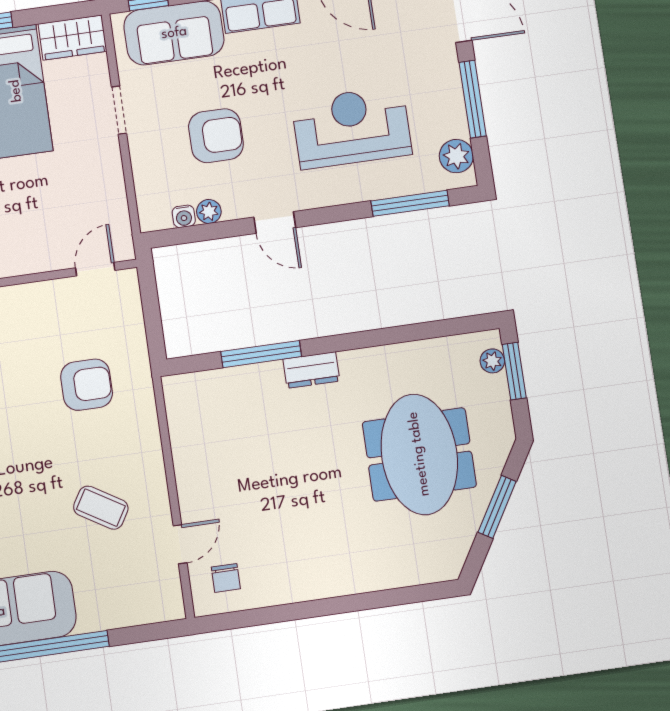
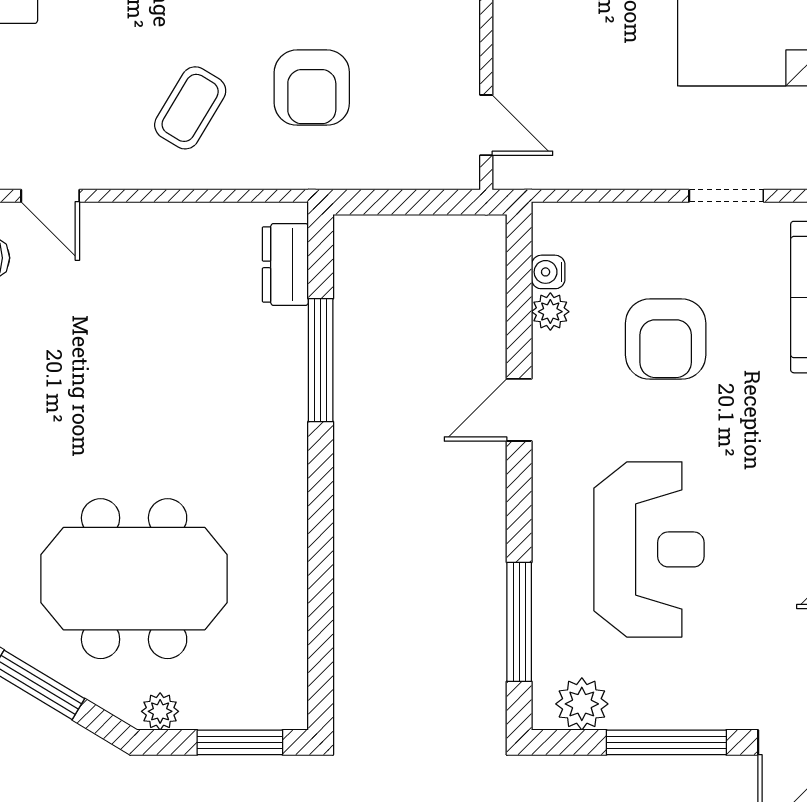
plant: (492, 361) -> (160, 711), moved
dresser: (311, 370) -> (285, 264), moved
coffee table: (101, 508) -> (190, 108), moved

